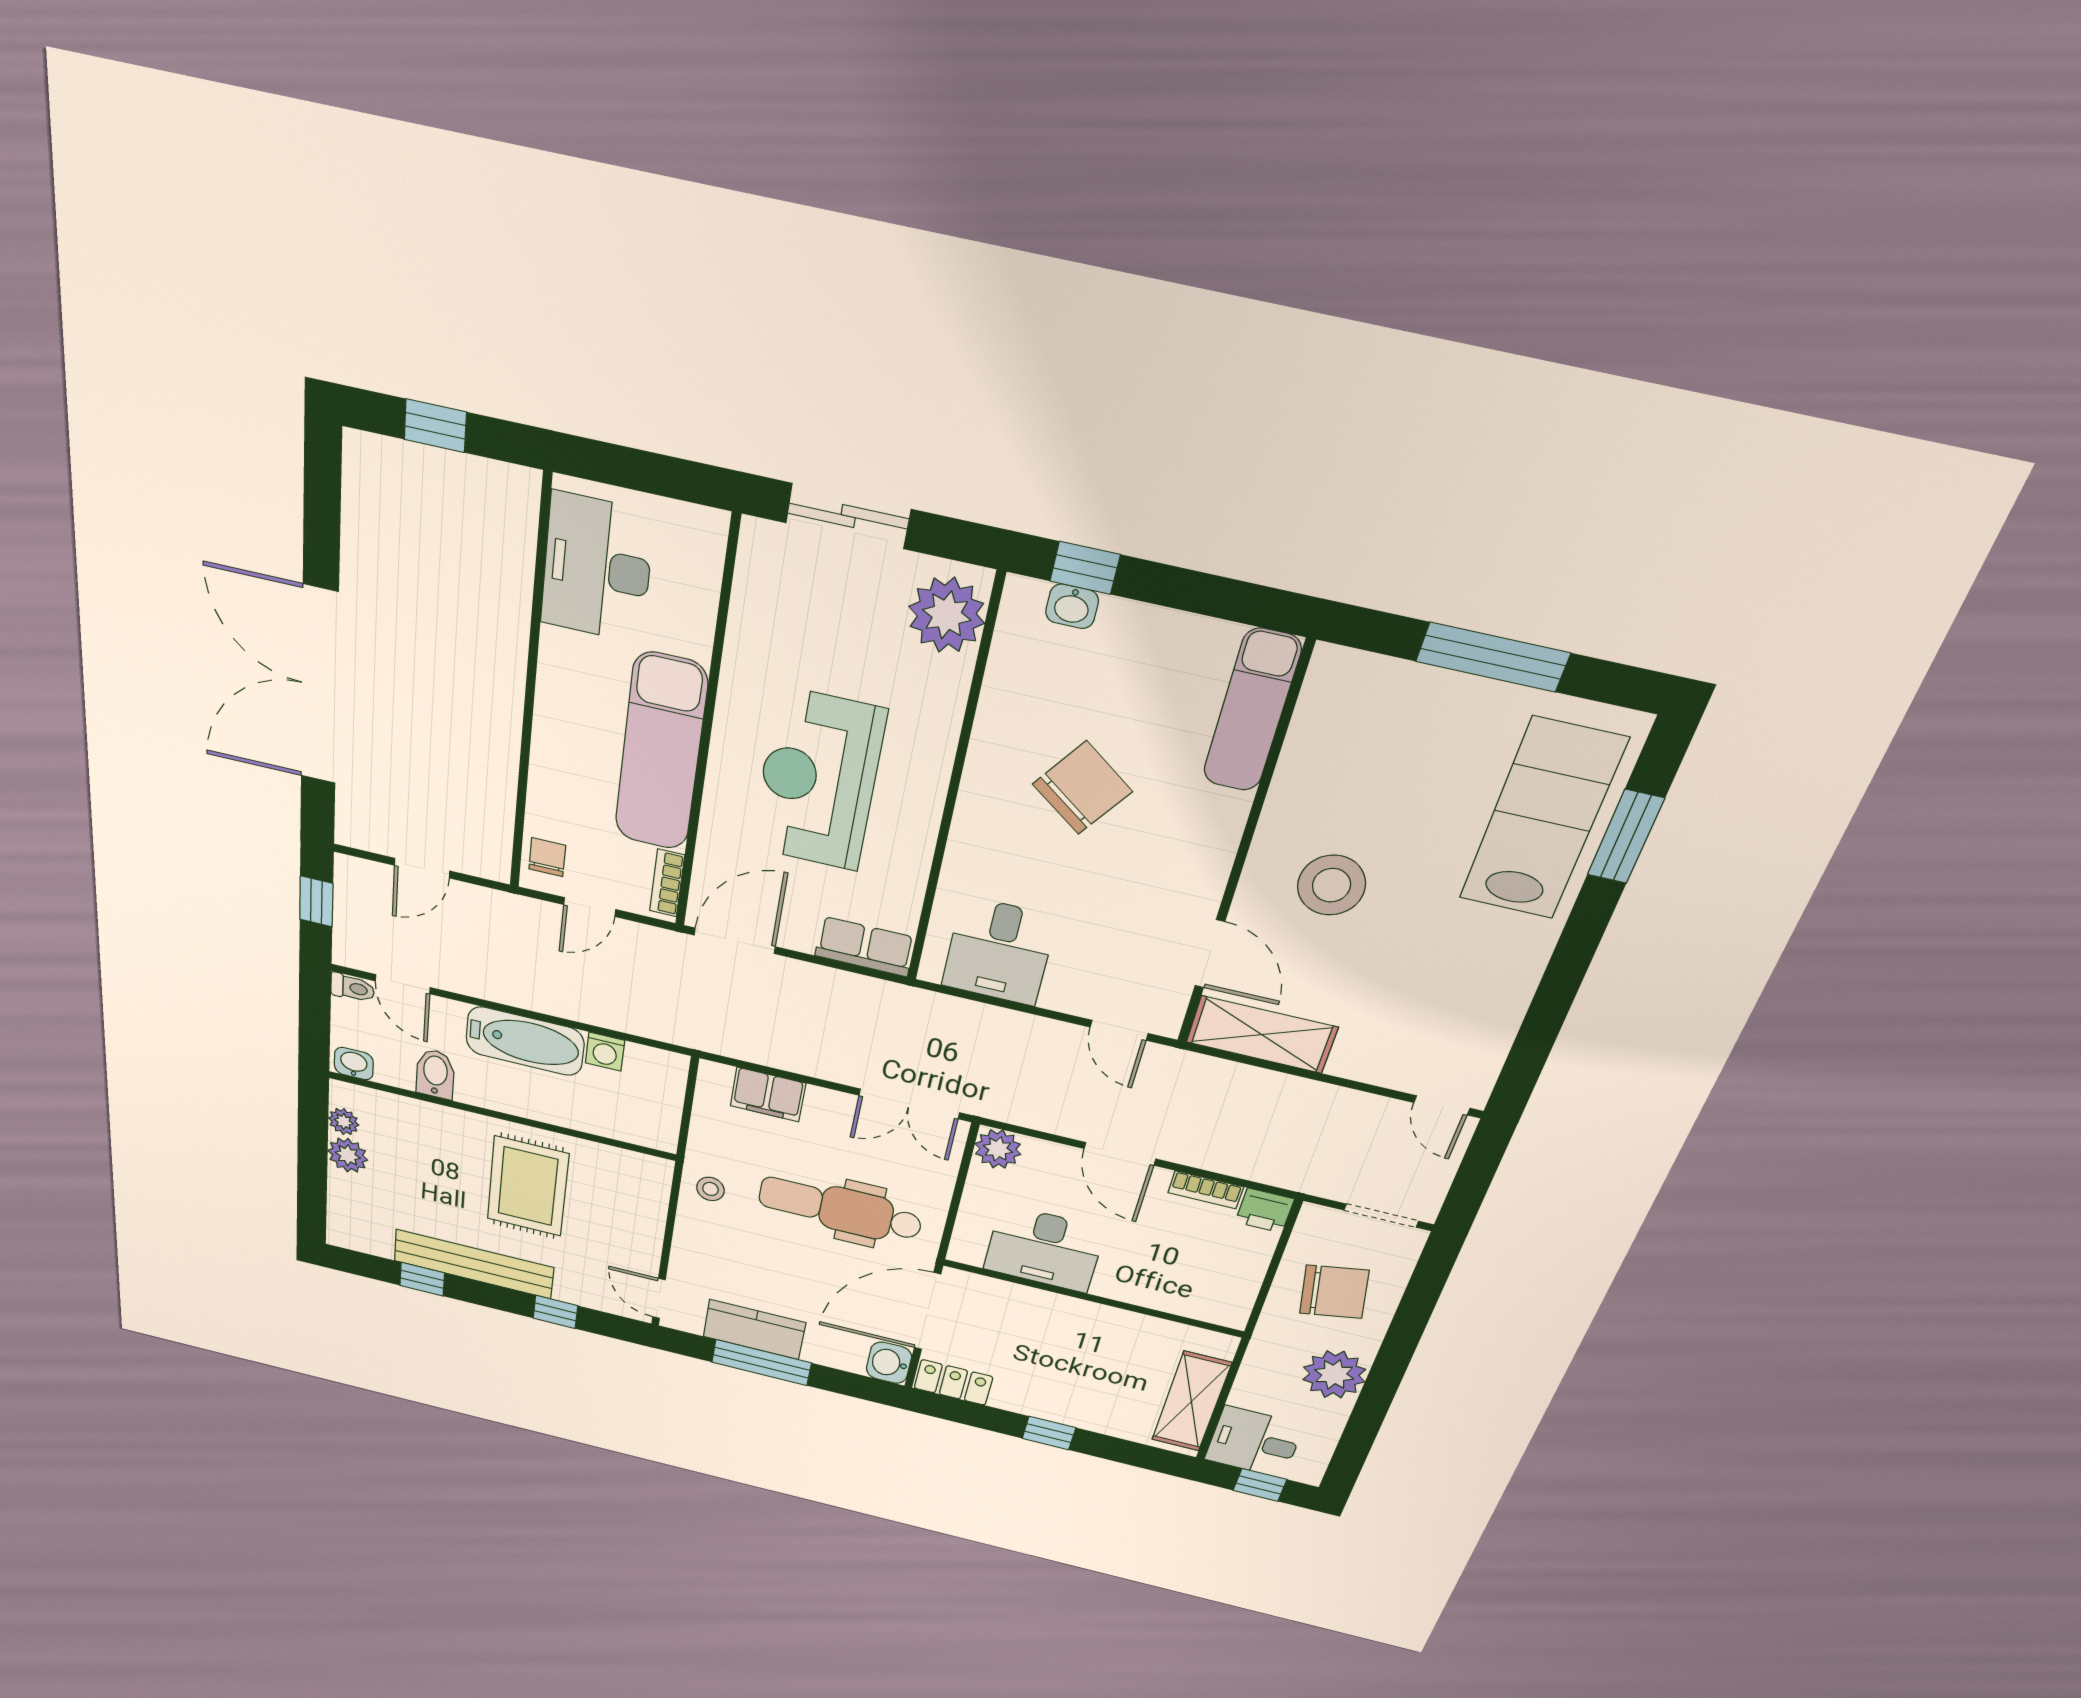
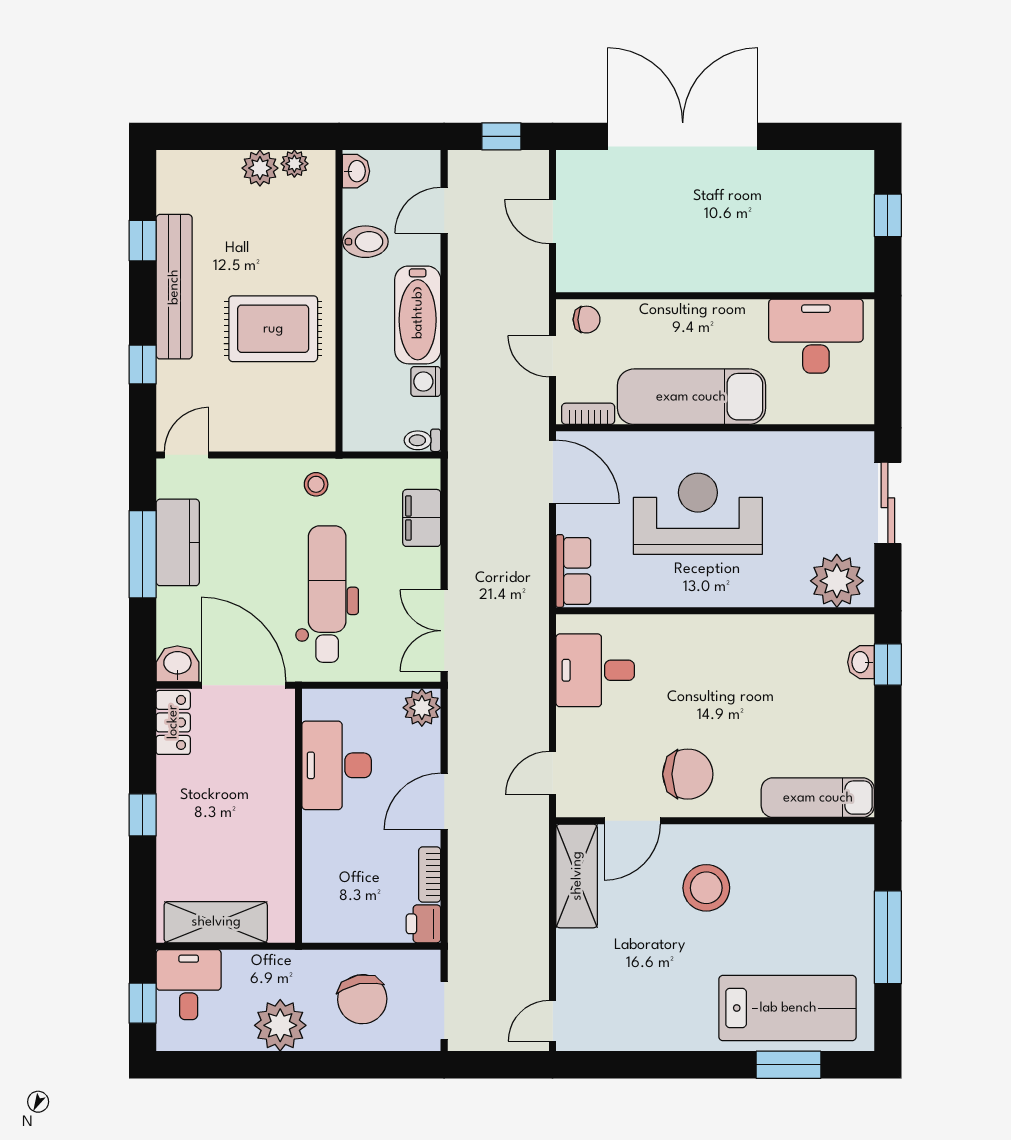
chair: (1082, 788) -> (688, 774), moved, turned -36
toilet: (353, 988) -> (422, 440), moved, turned 90

